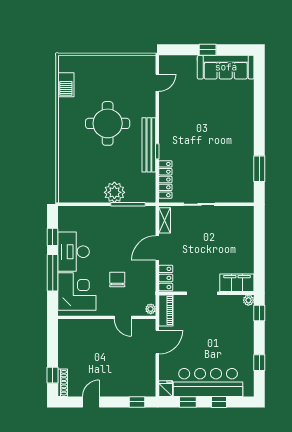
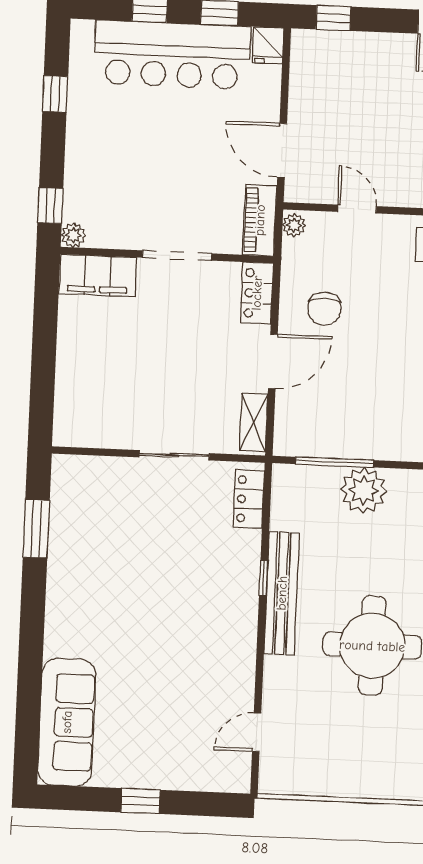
sofa: (226, 67) -> (67, 722), moved, turned 90
locker: (165, 180) -> (249, 499), width x0.66
chair: (117, 280) -> (324, 309), moved
door: (157, 342) -> (282, 150), hinge flipped

